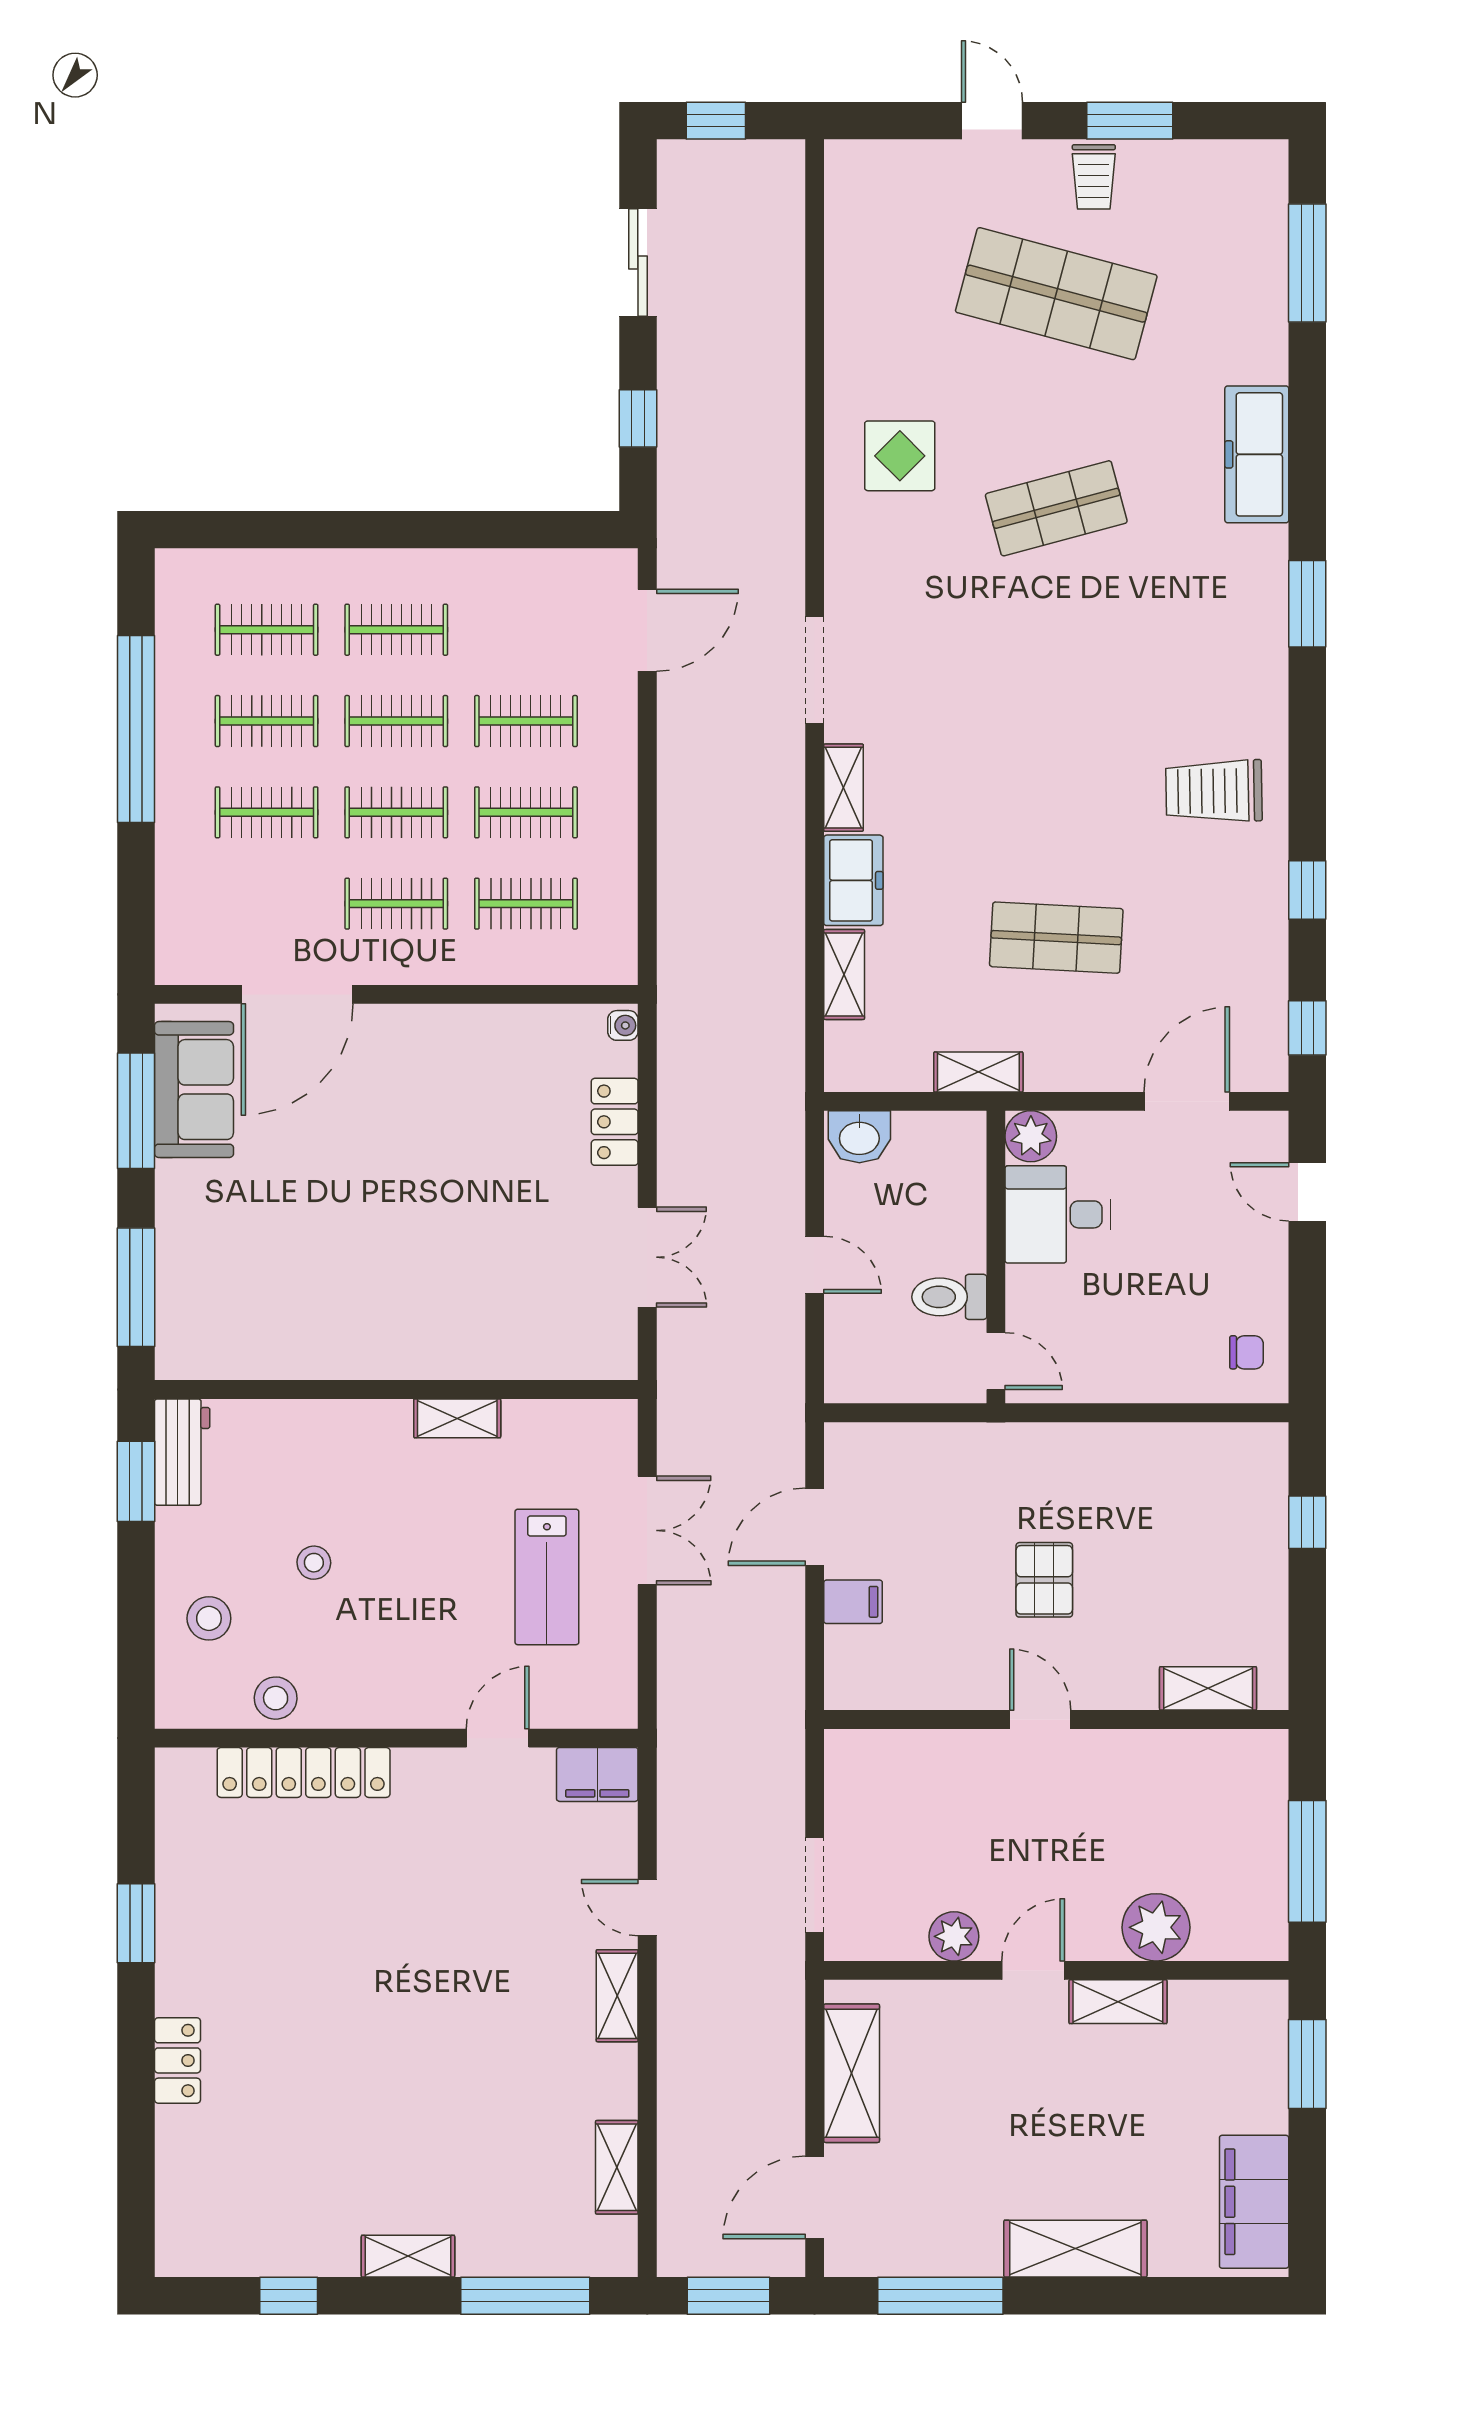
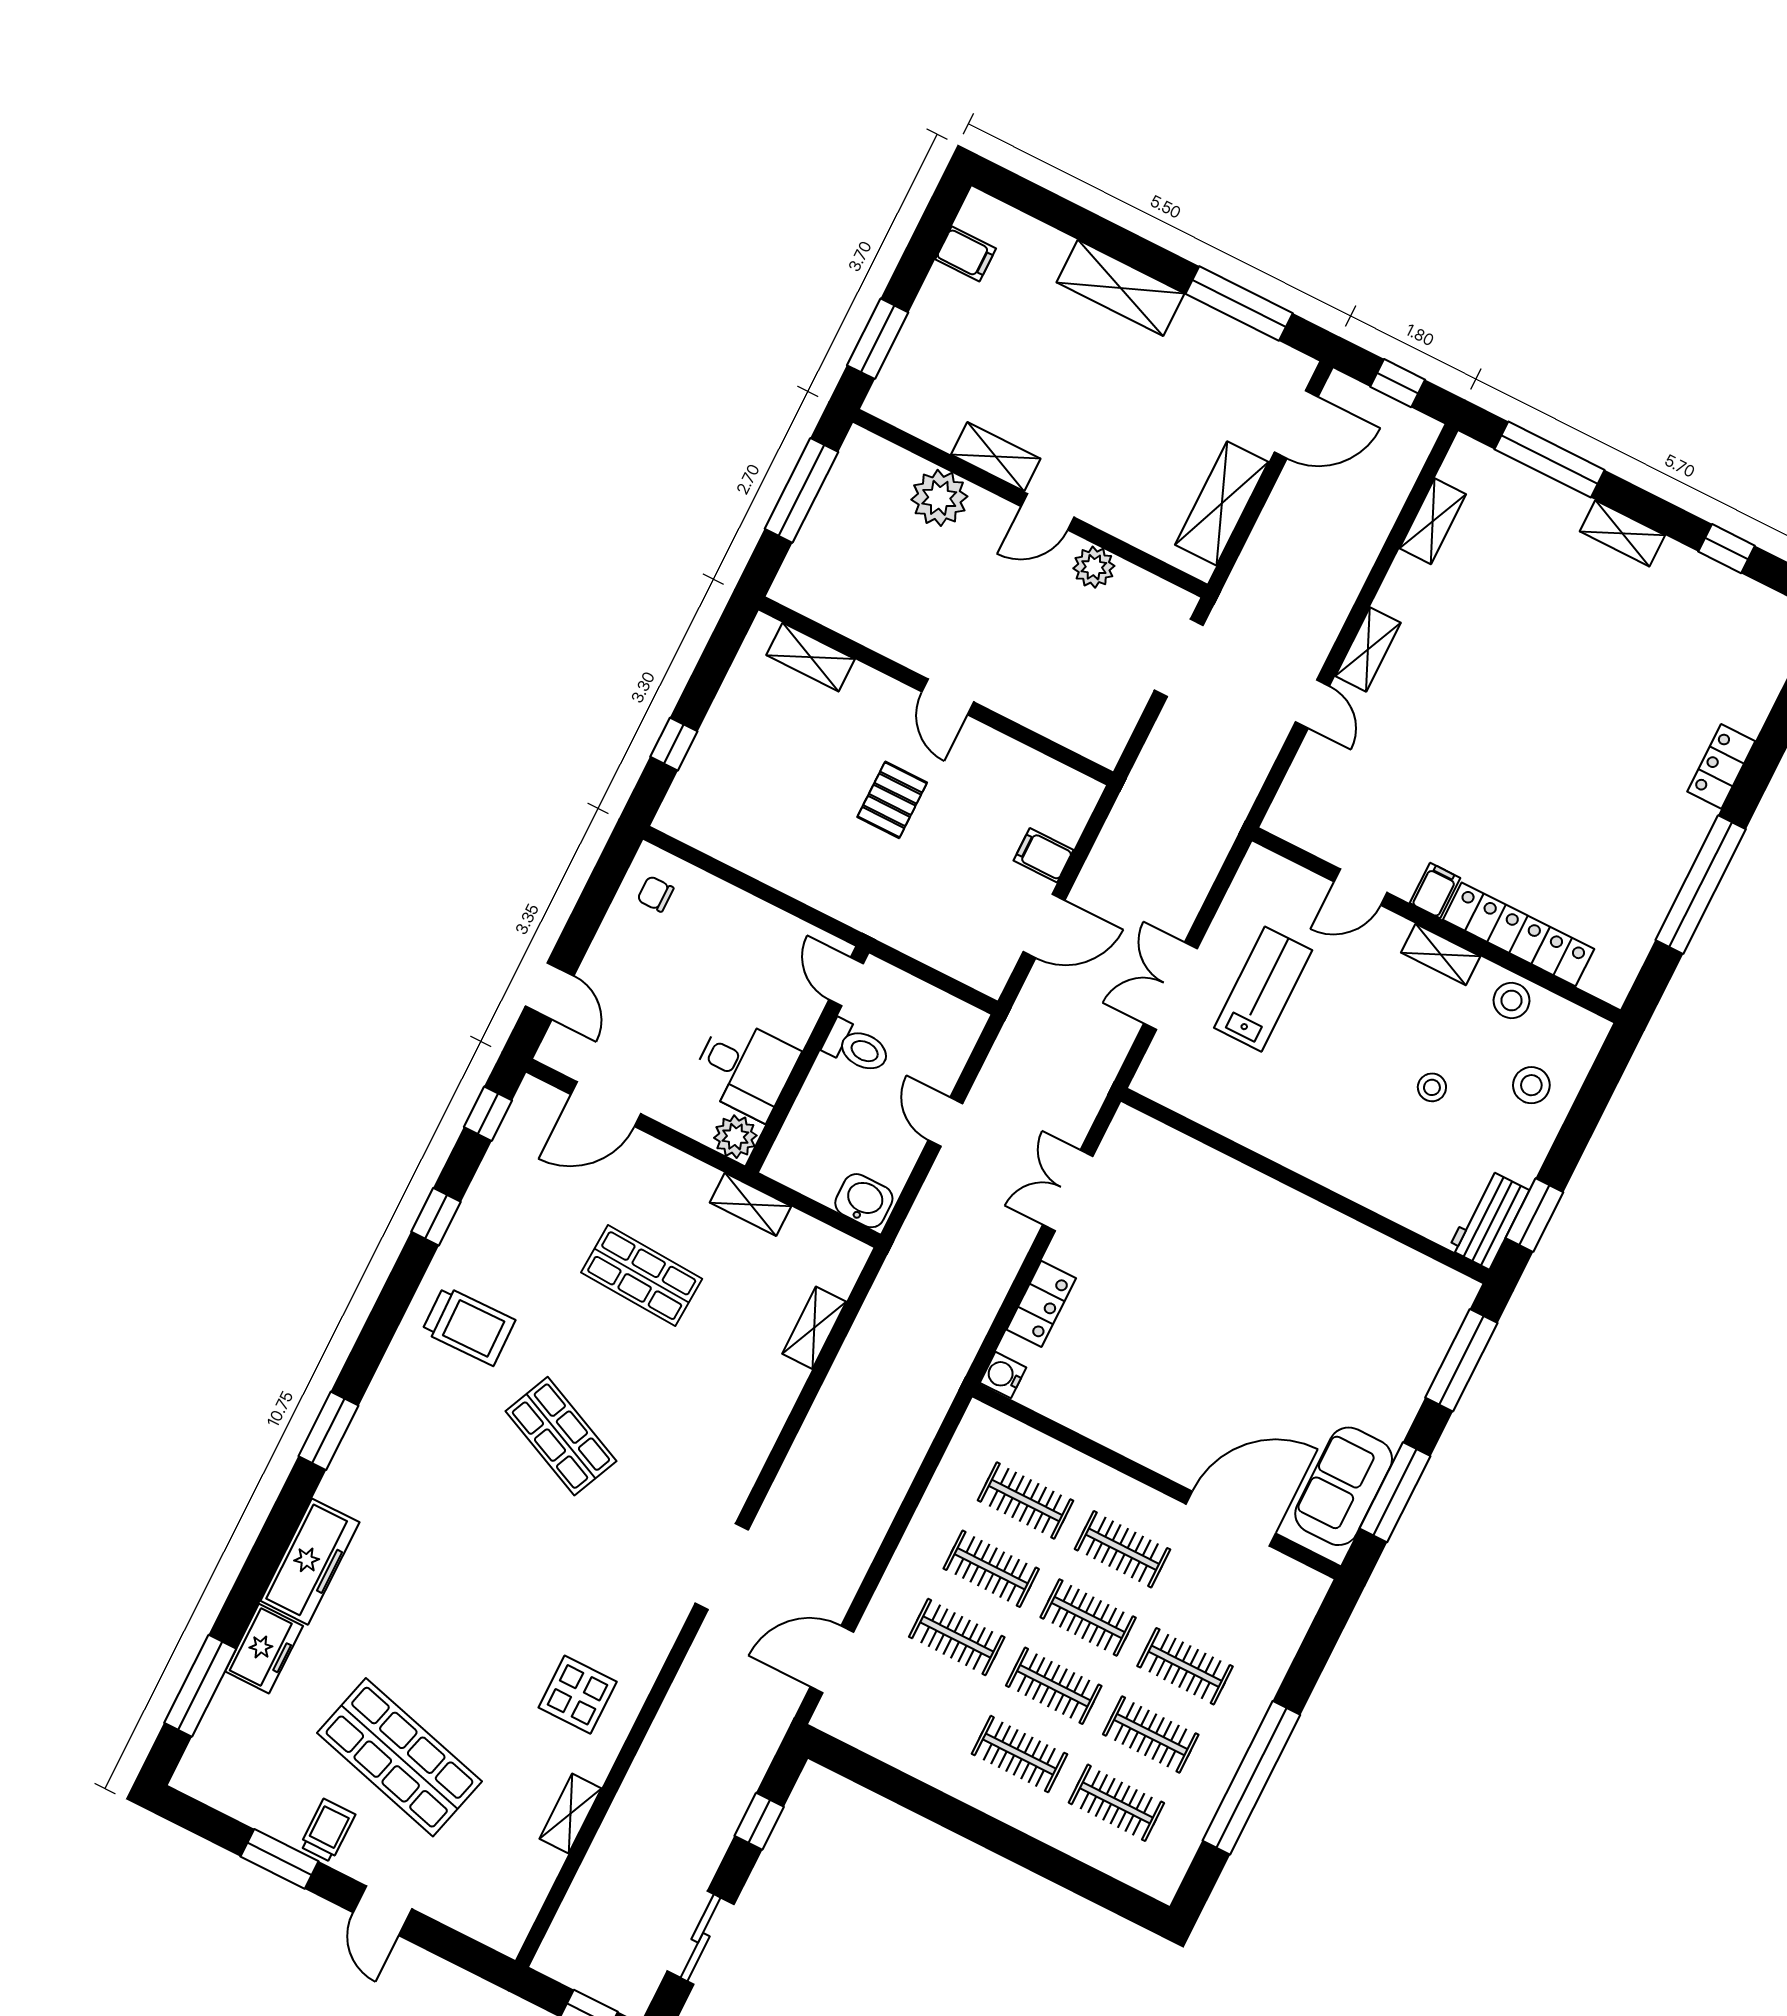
shop shelf: (1056, 508) -> (561, 1436), moved, turned 39
shelving: (844, 788) -> (570, 1814), moved
freezer: (853, 880) -> (264, 1649), moved, turned 180
water cooler: (623, 1025) -> (1003, 1375), width x1.38, depth x1.38
shelving: (457, 1418) -> (1441, 954), moved
filing cabinet: (597, 1774) -> (1435, 891), moved, width x0.50
window: (136, 1923) -> (1701, 885), width x2.11
filing cabinet: (1254, 2202) -> (966, 254), width x0.33, depth x0.86
window: (729, 2296) -> (1398, 383), width x0.67

